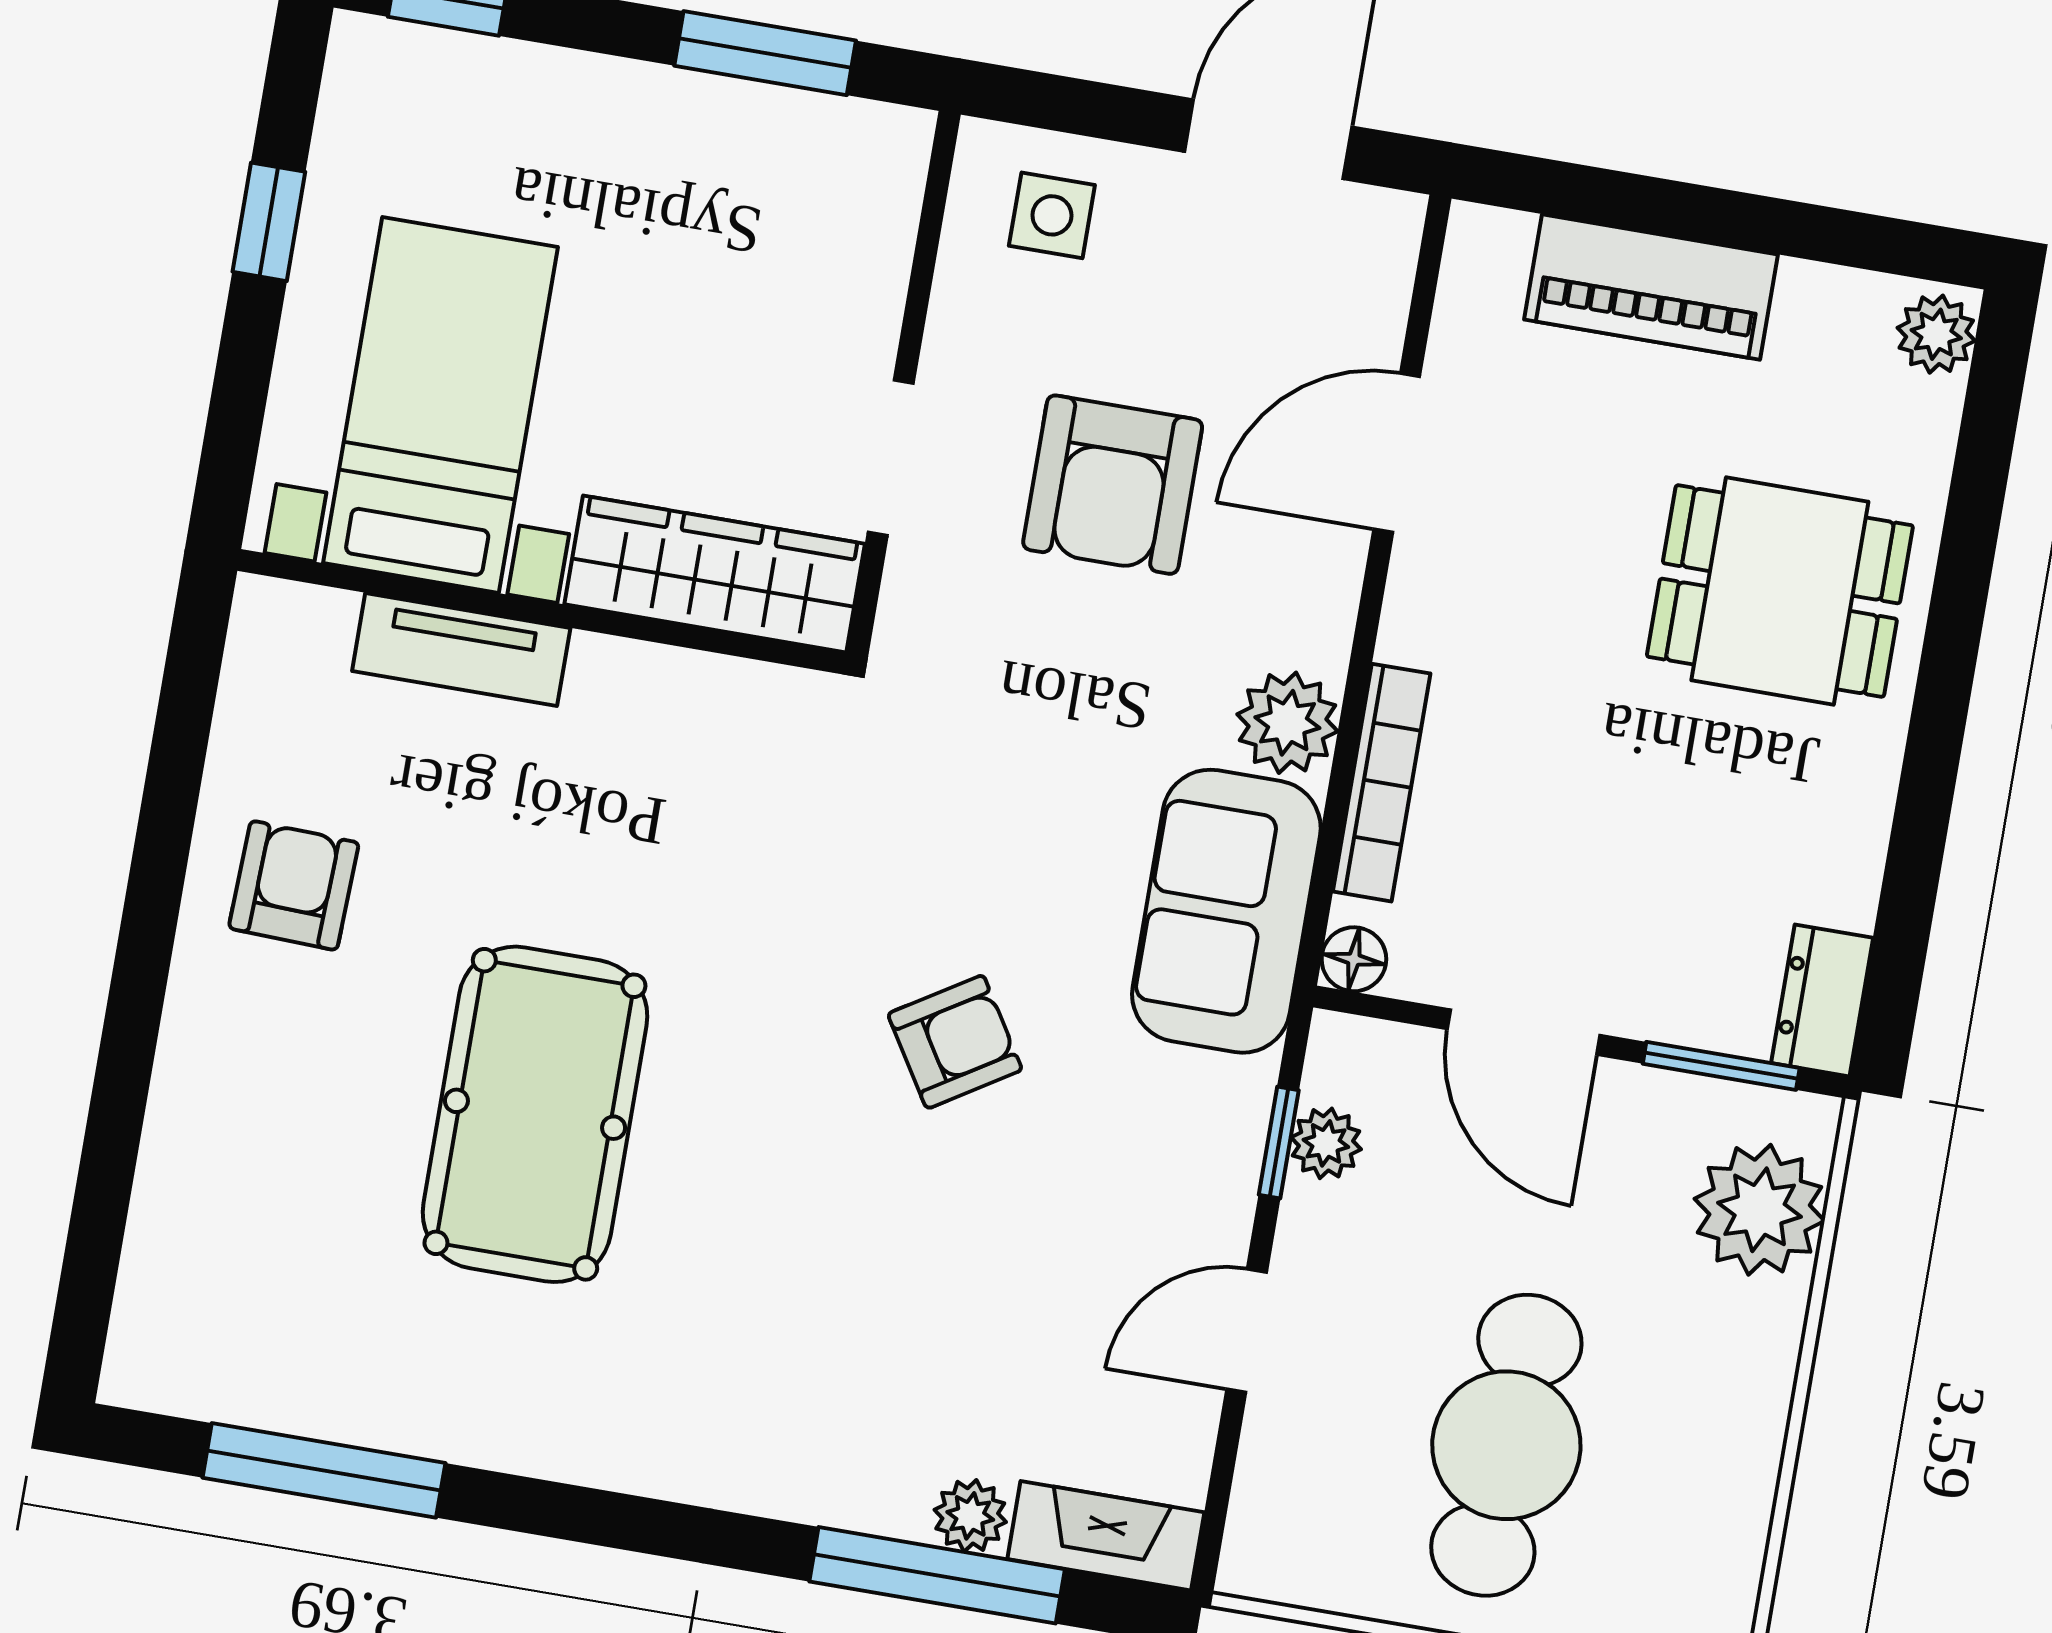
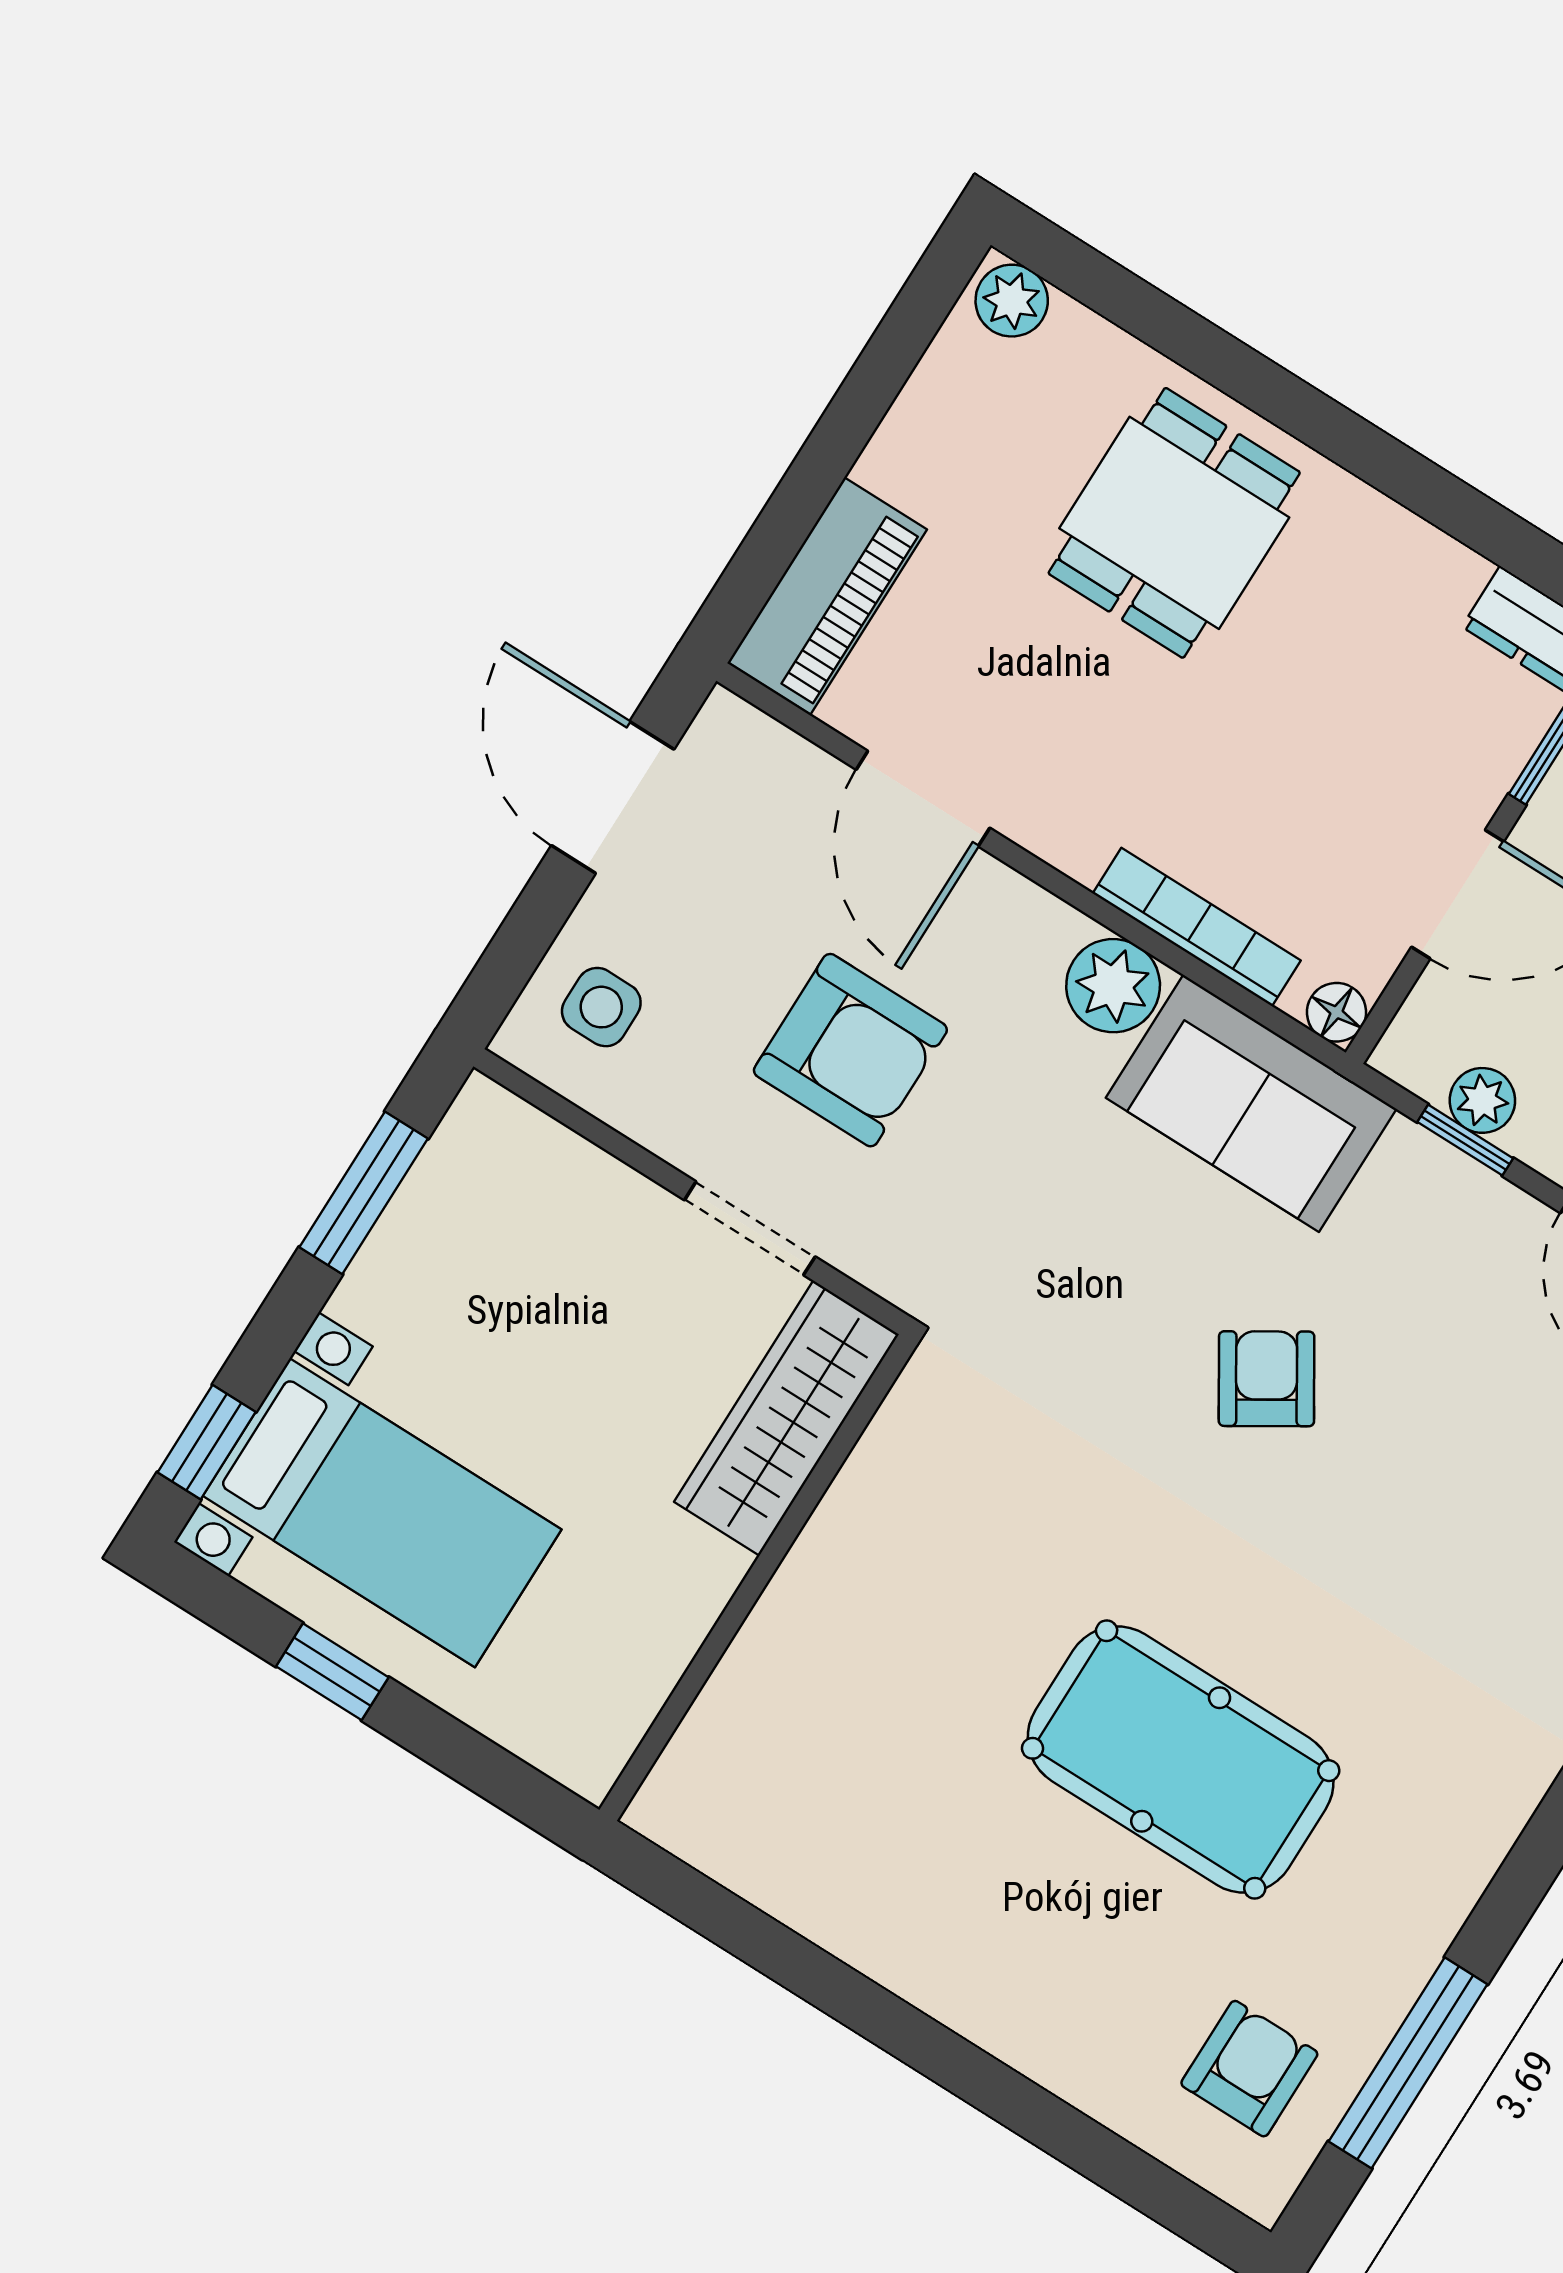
piano: (1651, 287) -> (827, 596), moved
bed with nightstands: (441, 405) -> (382, 1513), moved, turned 180
tv unit: (461, 649) -> (762, 1659), removed
armchair: (294, 885) -> (1249, 2069), moved, turned 88

